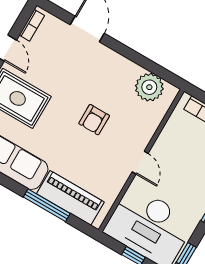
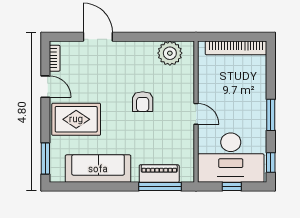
piano: (70, 198) -> (159, 174), width x0.73, depth x0.75
window: (47, 205) -> (160, 187), moved

